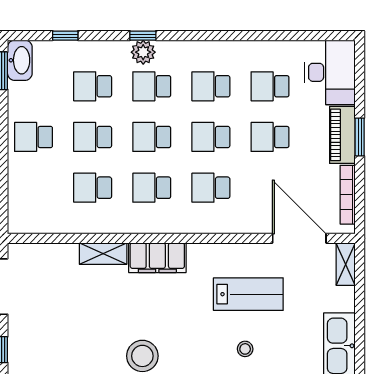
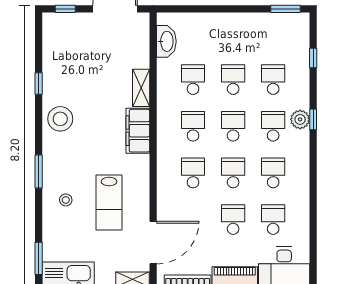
washbasin: (20, 60) -> (166, 41), moved, turned -90
school desk: (34, 137) -> (233, 33), removed

